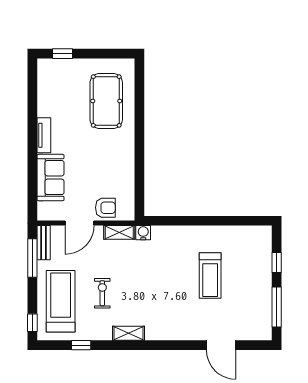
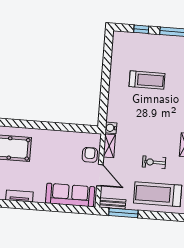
tv unit: (44, 135) -> (19, 196), moved
sofa: (50, 178) -> (70, 195), width x1.36
window: (32, 323) -> (172, 217), removed

